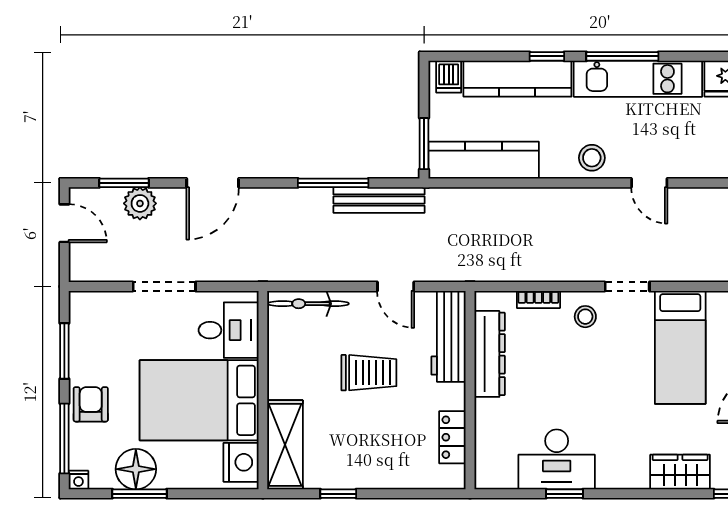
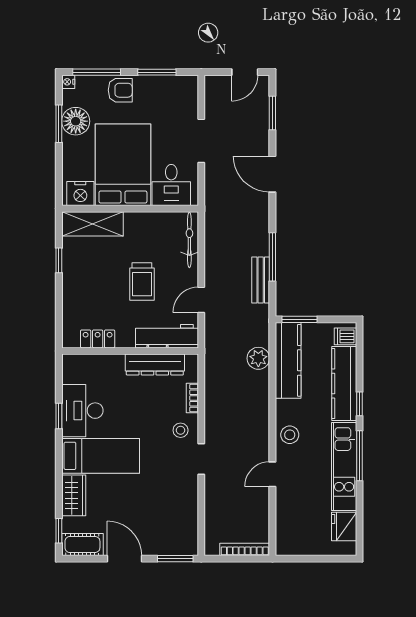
bench: (379, 200) -> (261, 280), width x0.73
plant: (140, 203) -> (258, 358), moved
bed: (680, 347) -> (101, 456), moved, turned 180

